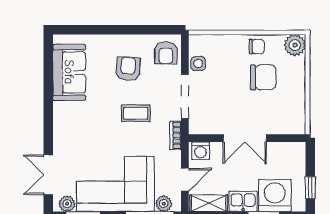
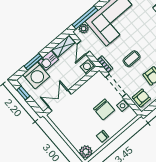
armchair: (166, 53) -> (141, 98), turned 90
chair: (263, 77) -> (104, 109), moved, turned -90
double door: (245, 138) -> (60, 101), moved

